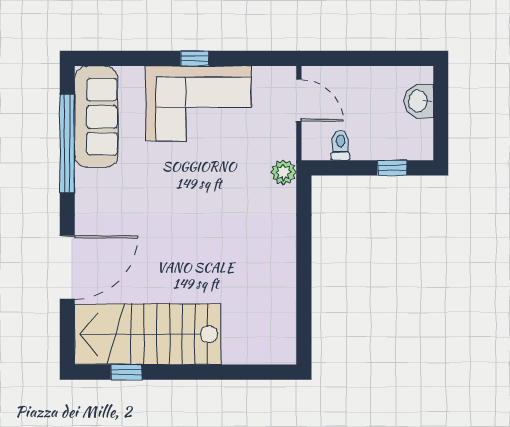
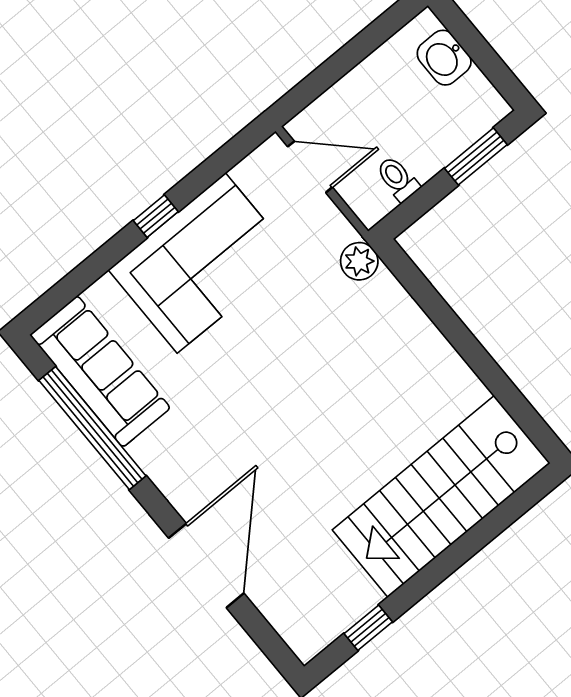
window: (392, 168) -> (476, 156), width x1.50
stairs: (148, 334) -> (441, 496), moved

